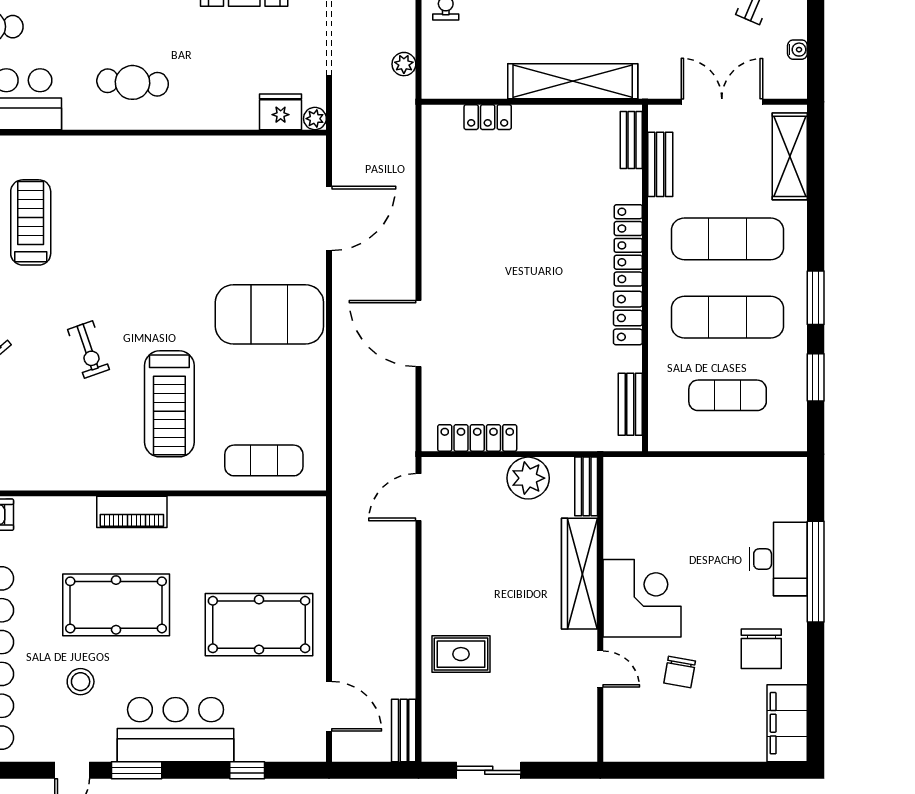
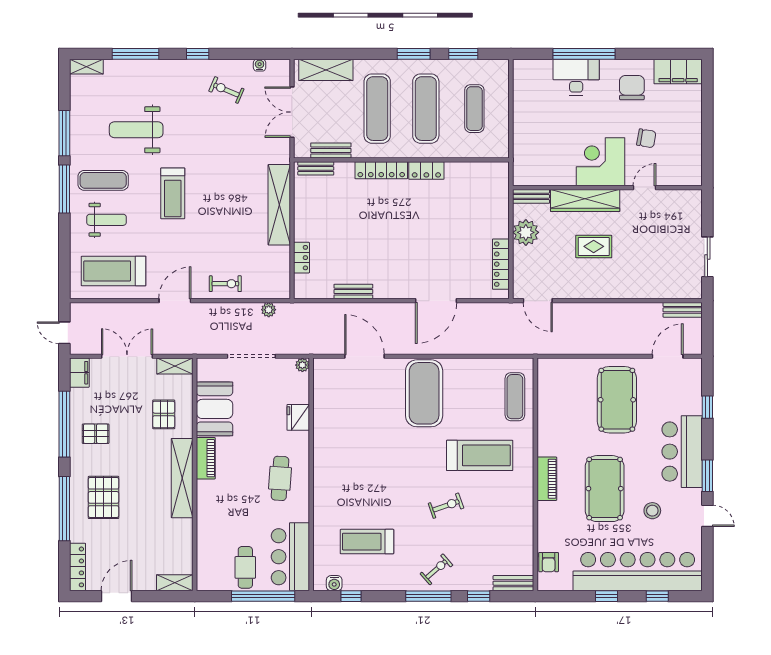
fridge: (281, 112) -> (298, 417), moved
bench: (630, 404) -> (353, 292), moved
chair: (761, 649) -> (632, 88), turned -90
rug: (461, 654) -> (594, 246), moved, turned 90

